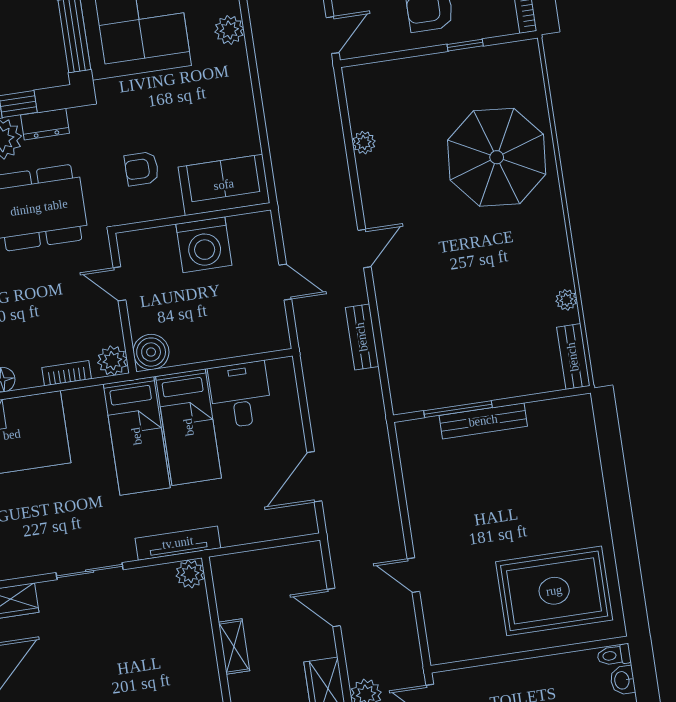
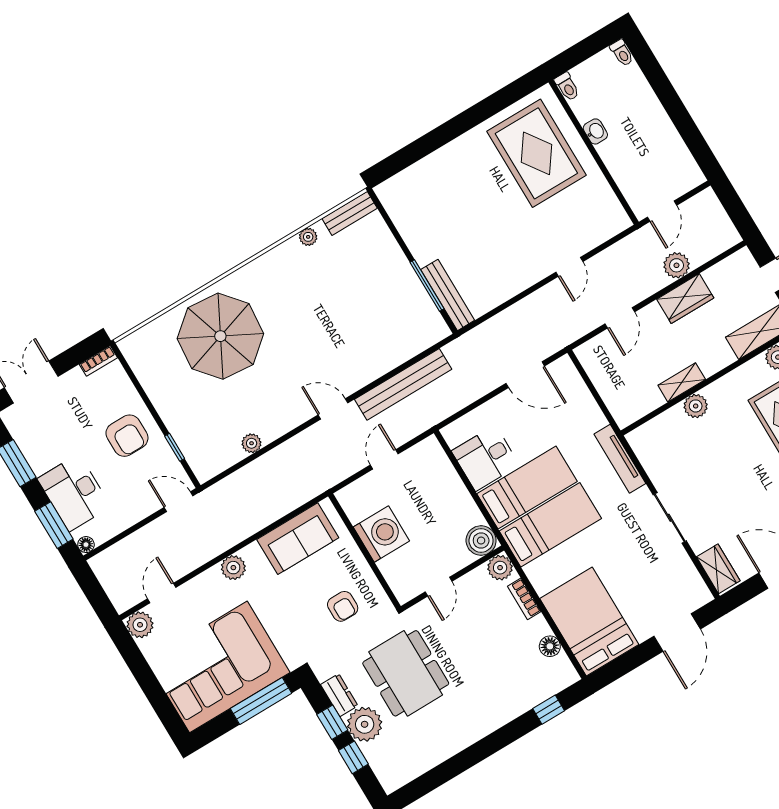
plant: (229, 30) -> (233, 568), moved
window: (465, 45) -> (175, 447), moved
sofa: (224, 185) -> (298, 539), moved, turned -90
bench: (362, 337) -> (403, 384), width x1.86, depth x1.21
bench: (483, 421) -> (448, 295), moved
plant: (190, 574) -> (696, 406), moved
washbasin: (623, 680) -> (595, 131), moved, turned -90

